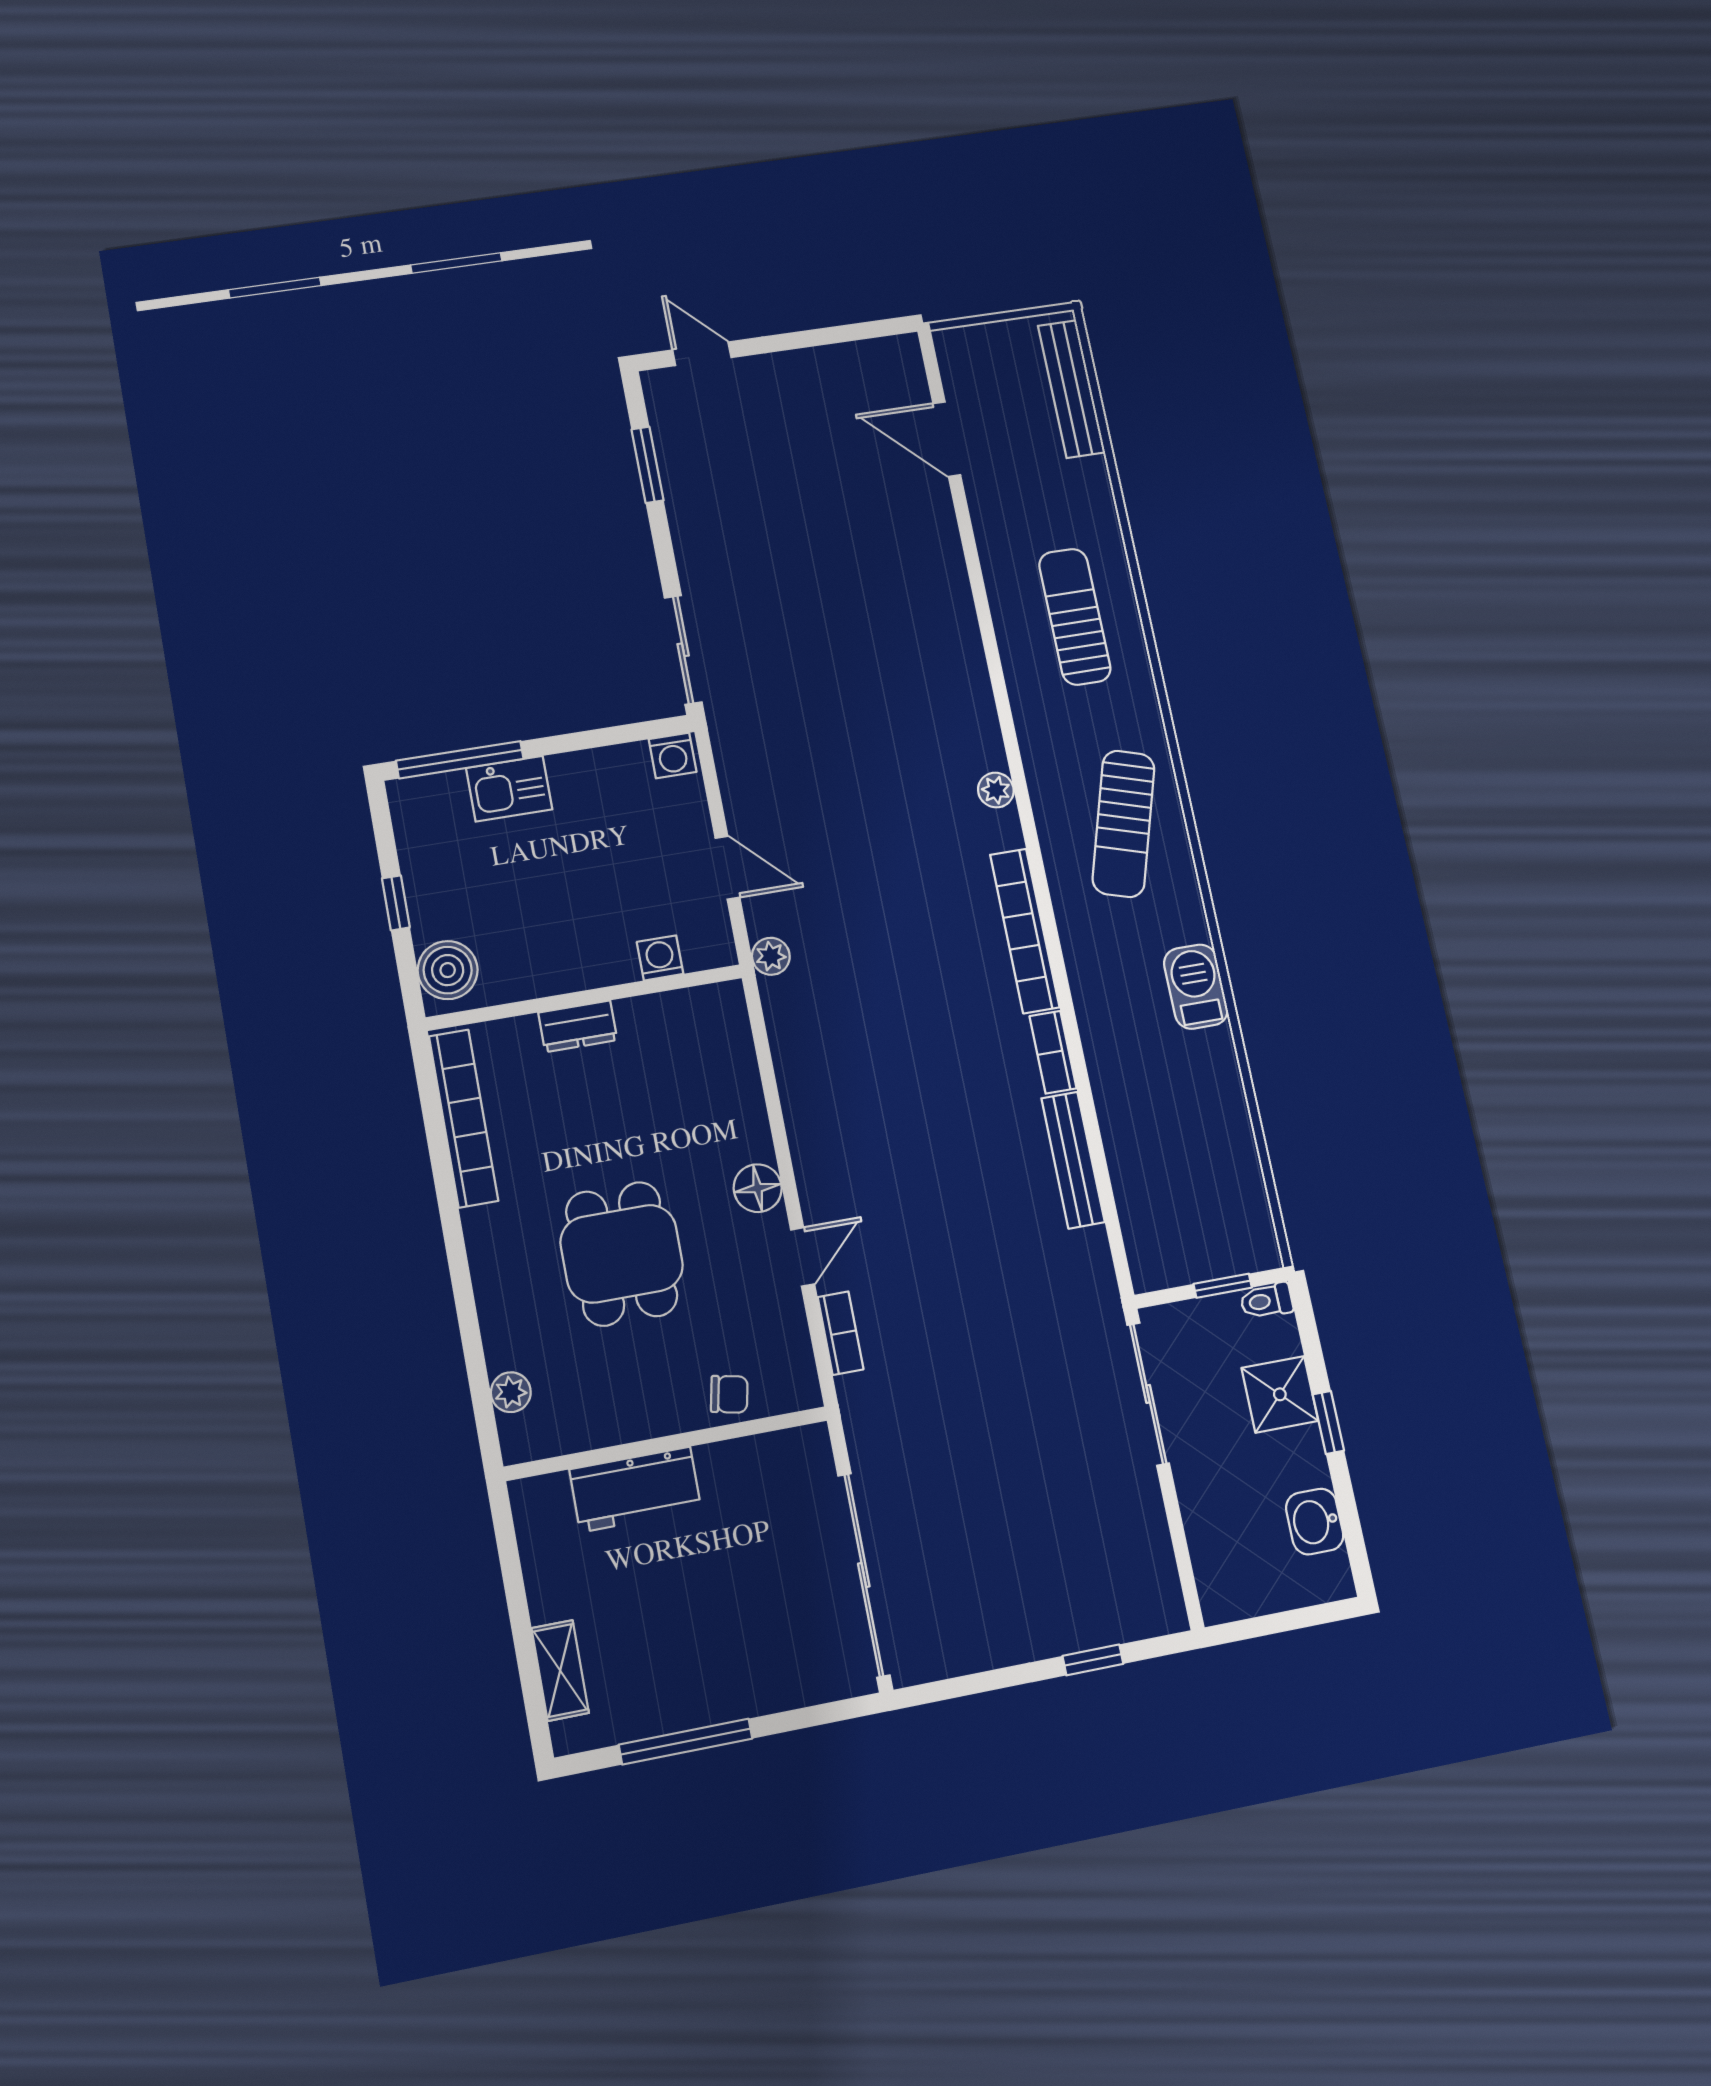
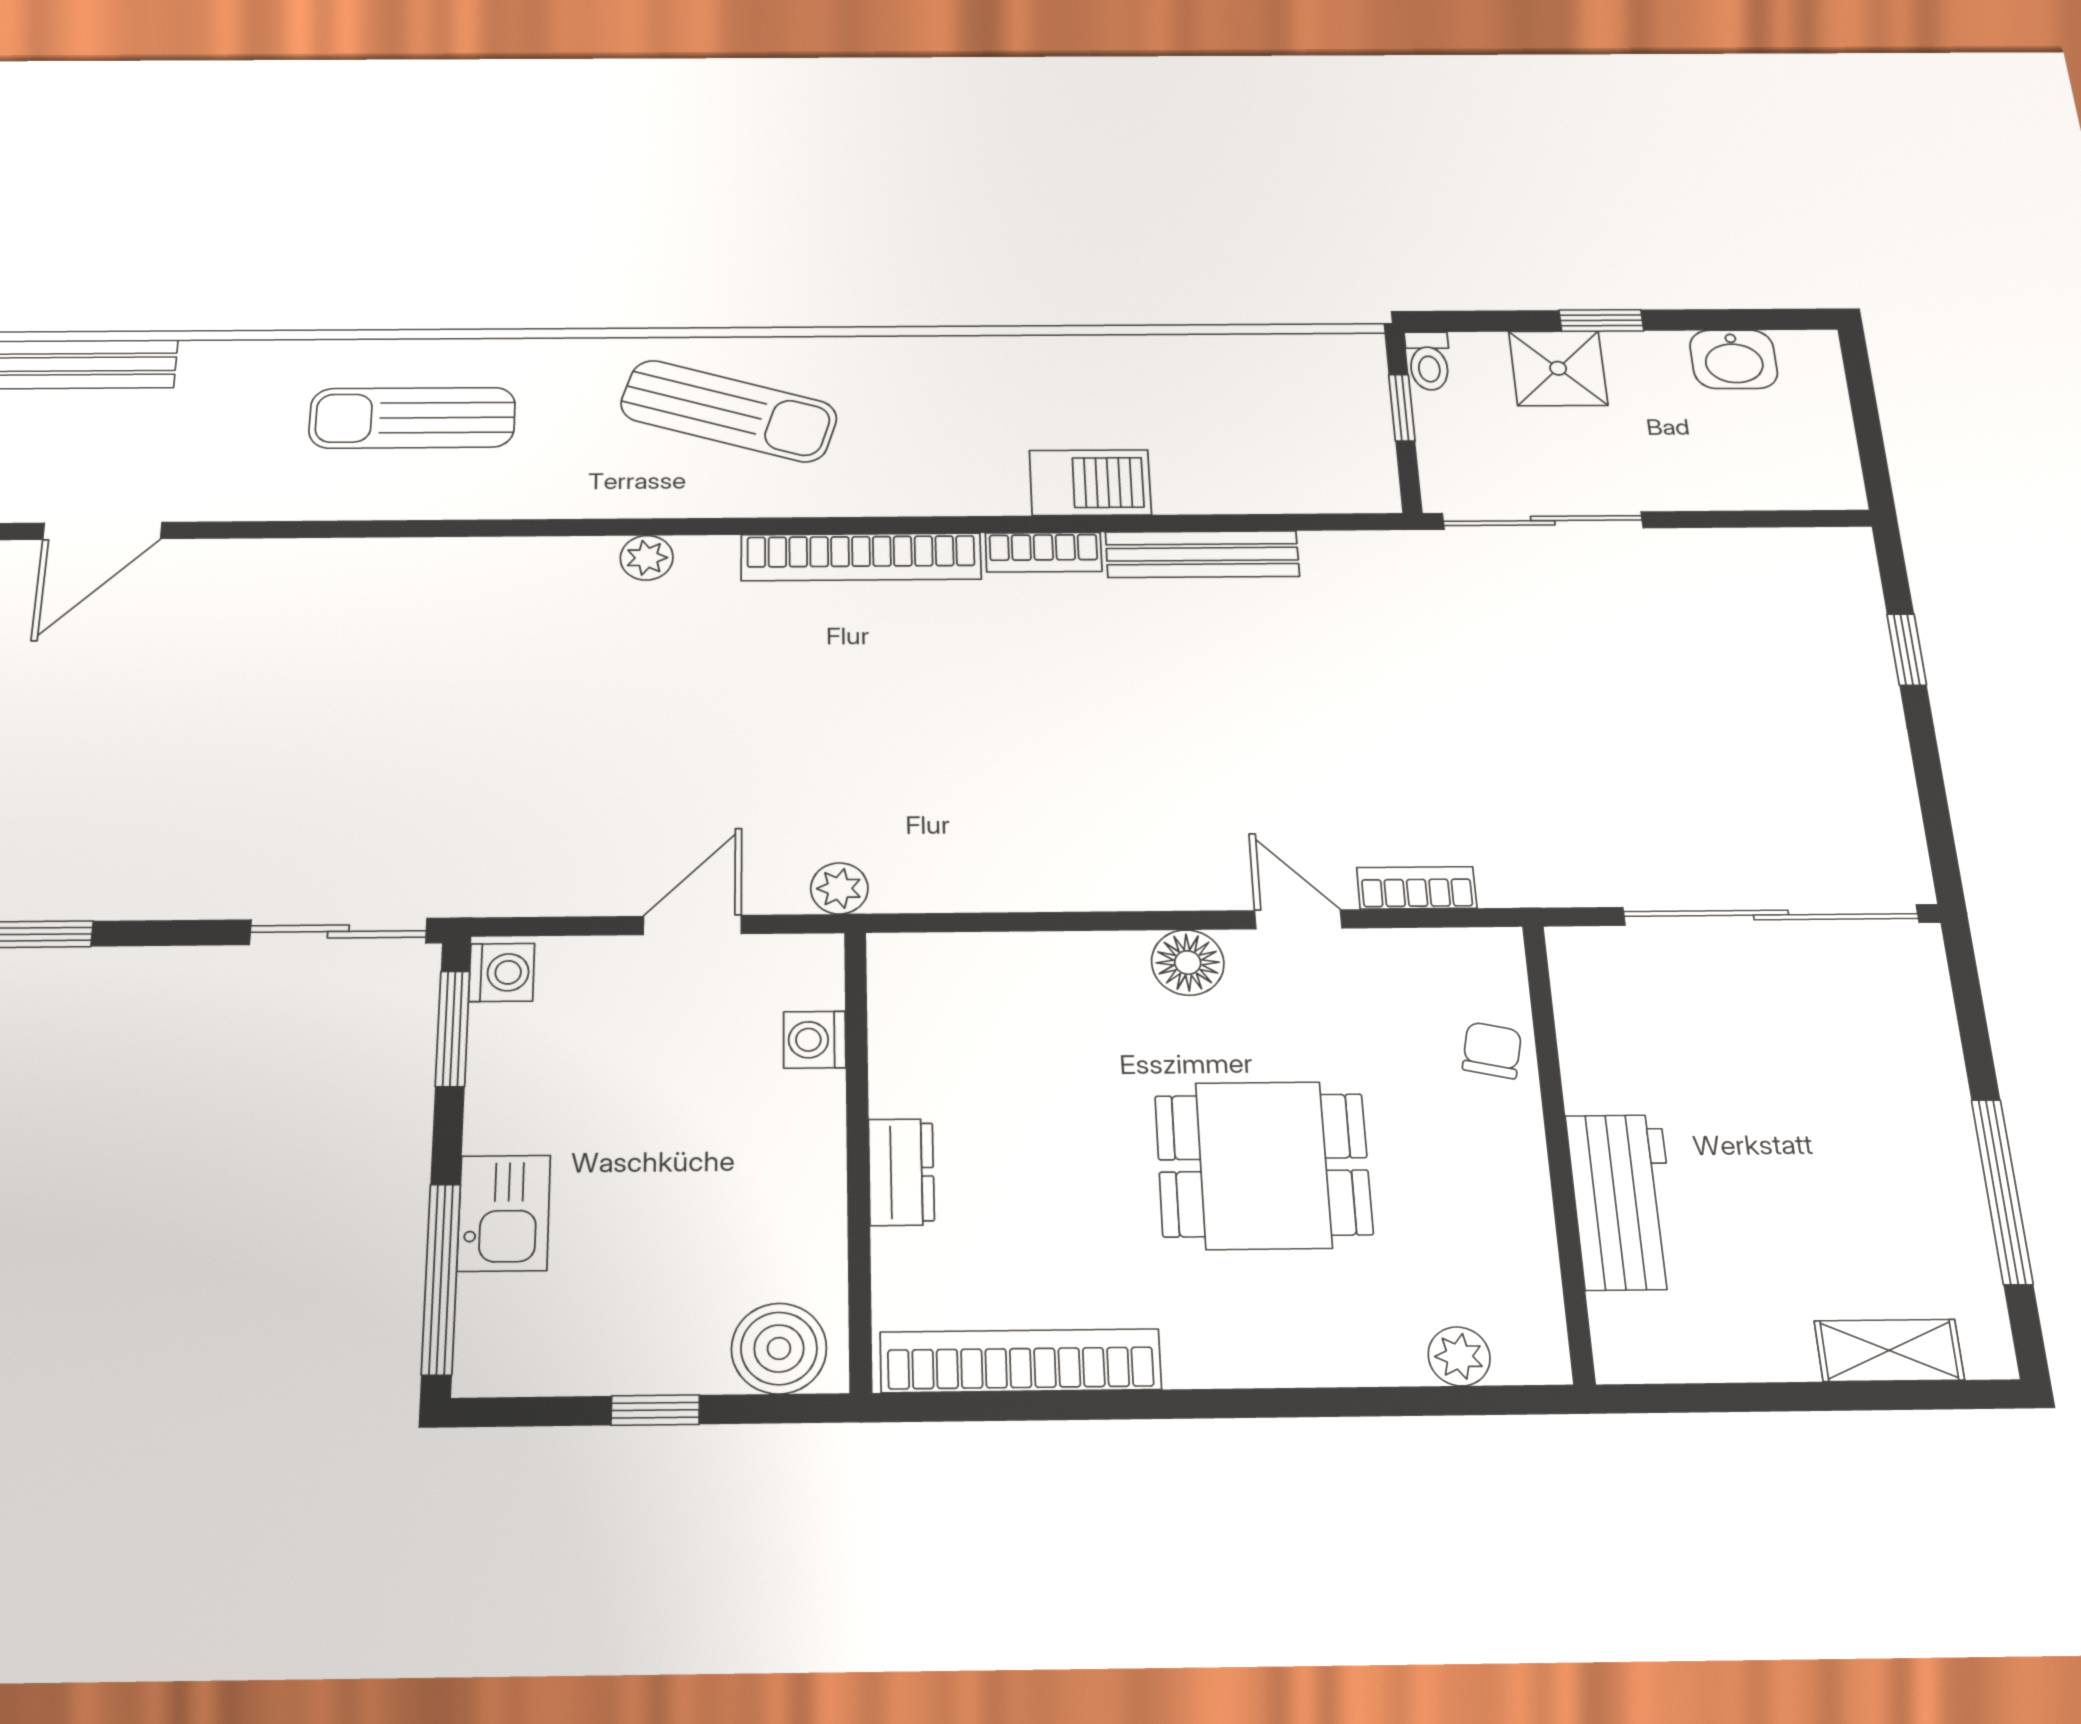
window: (628, 733) -> (453, 1029), added
barbecue: (1196, 987) -> (1090, 483), moved, turned 180

